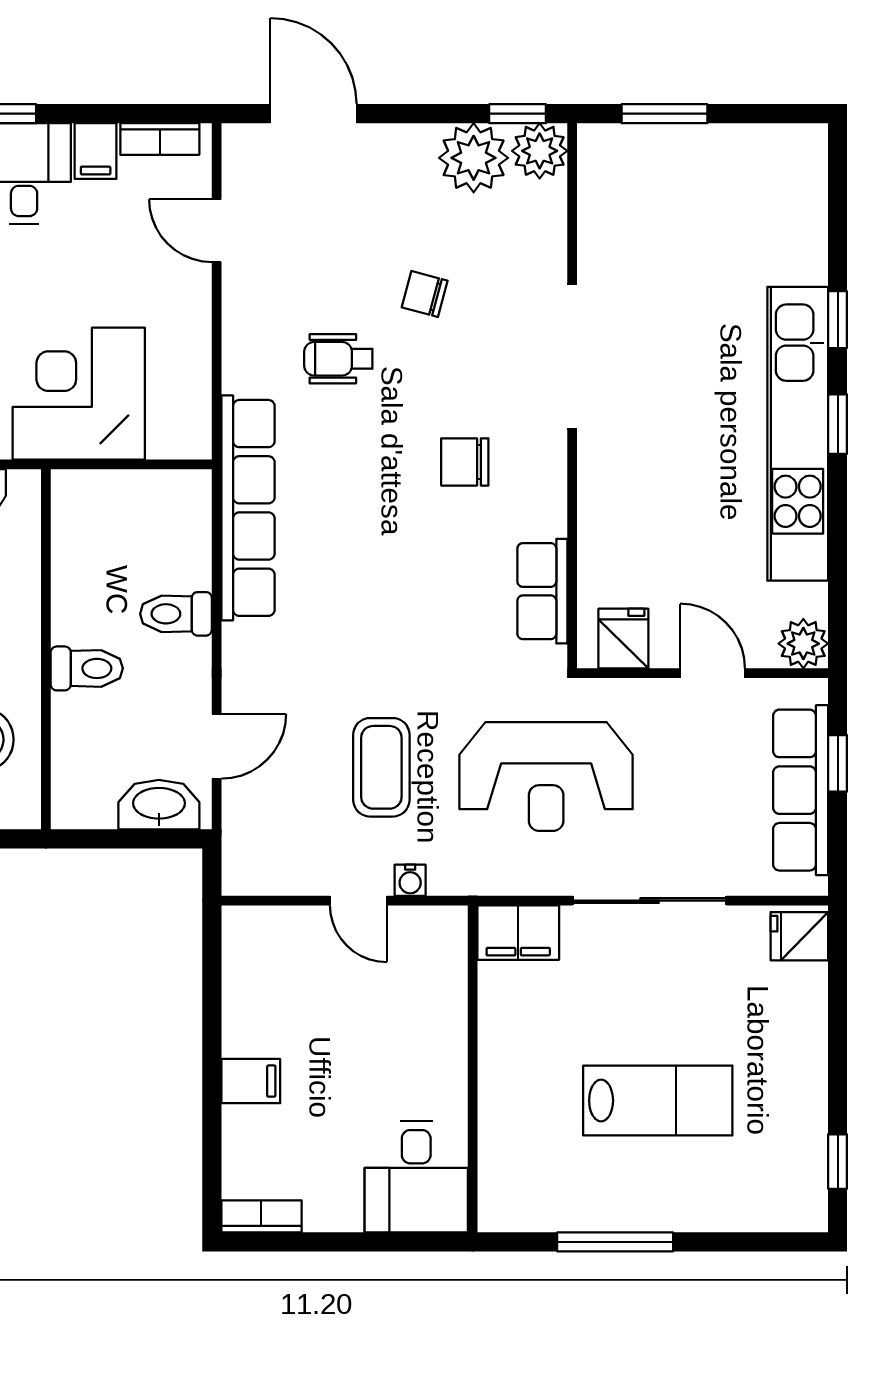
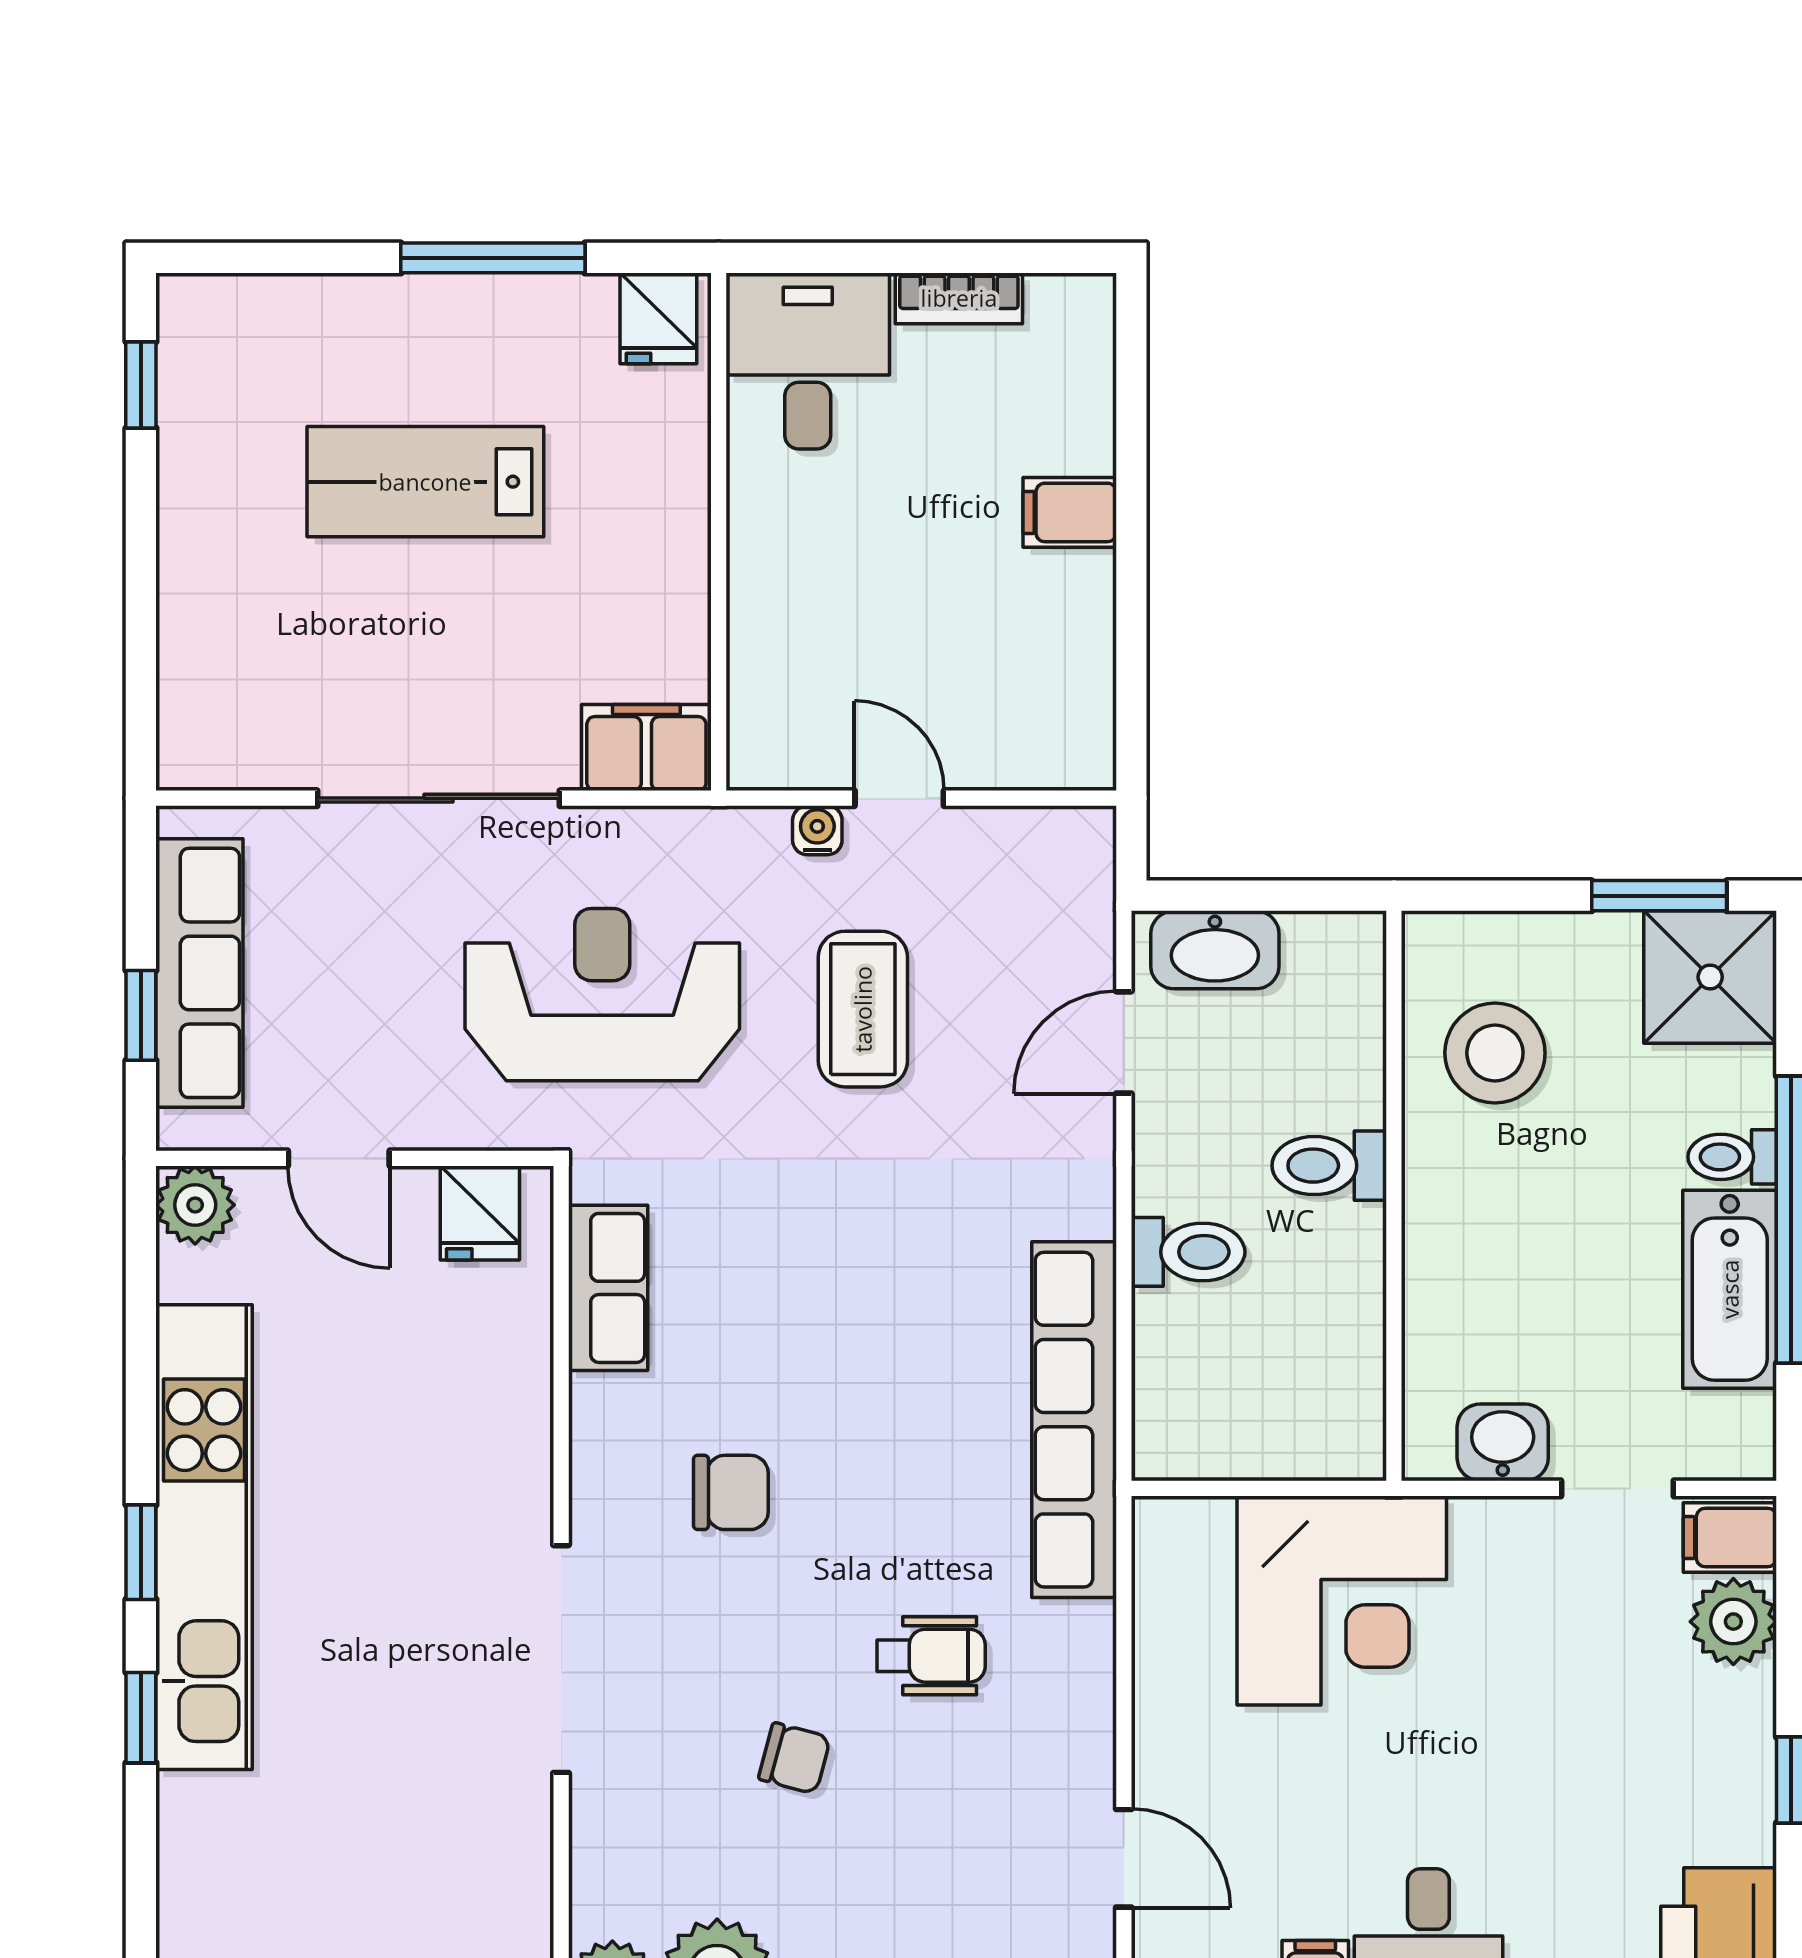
fridge: (799, 936) -> (658, 318), moved, turned 90
bookcase: (261, 1216) -> (959, 298), moved

